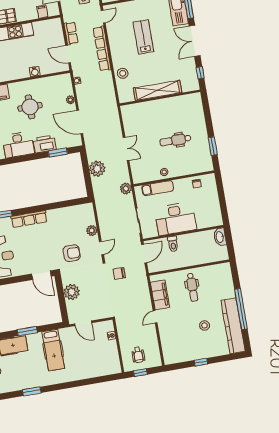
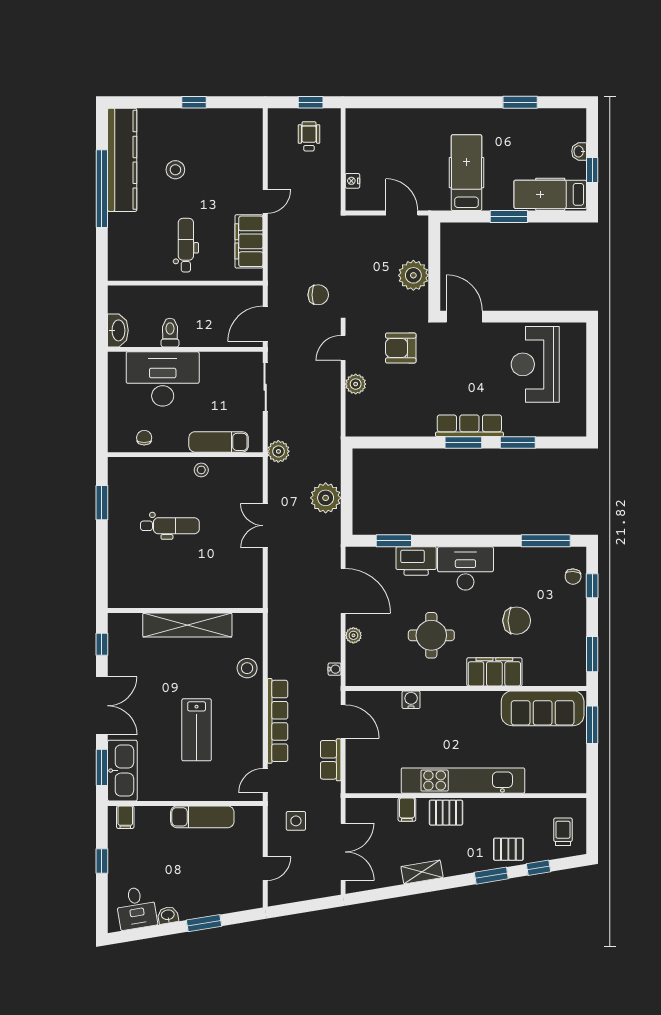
filing cabinet: (42, 12) -> (407, 810), moved
window: (31, 210) -> (463, 443), added
desk: (175, 219) -> (163, 379), moved
toilet: (173, 244) -> (170, 333), moved

